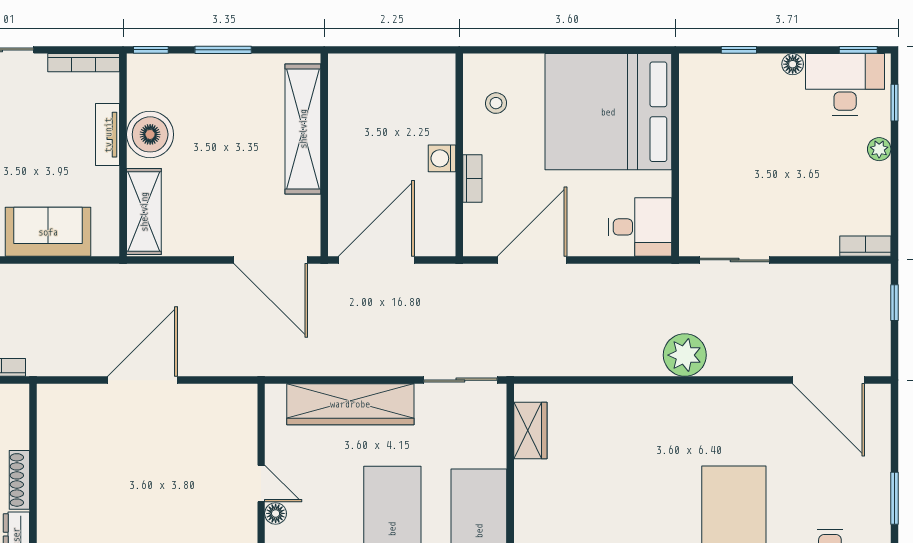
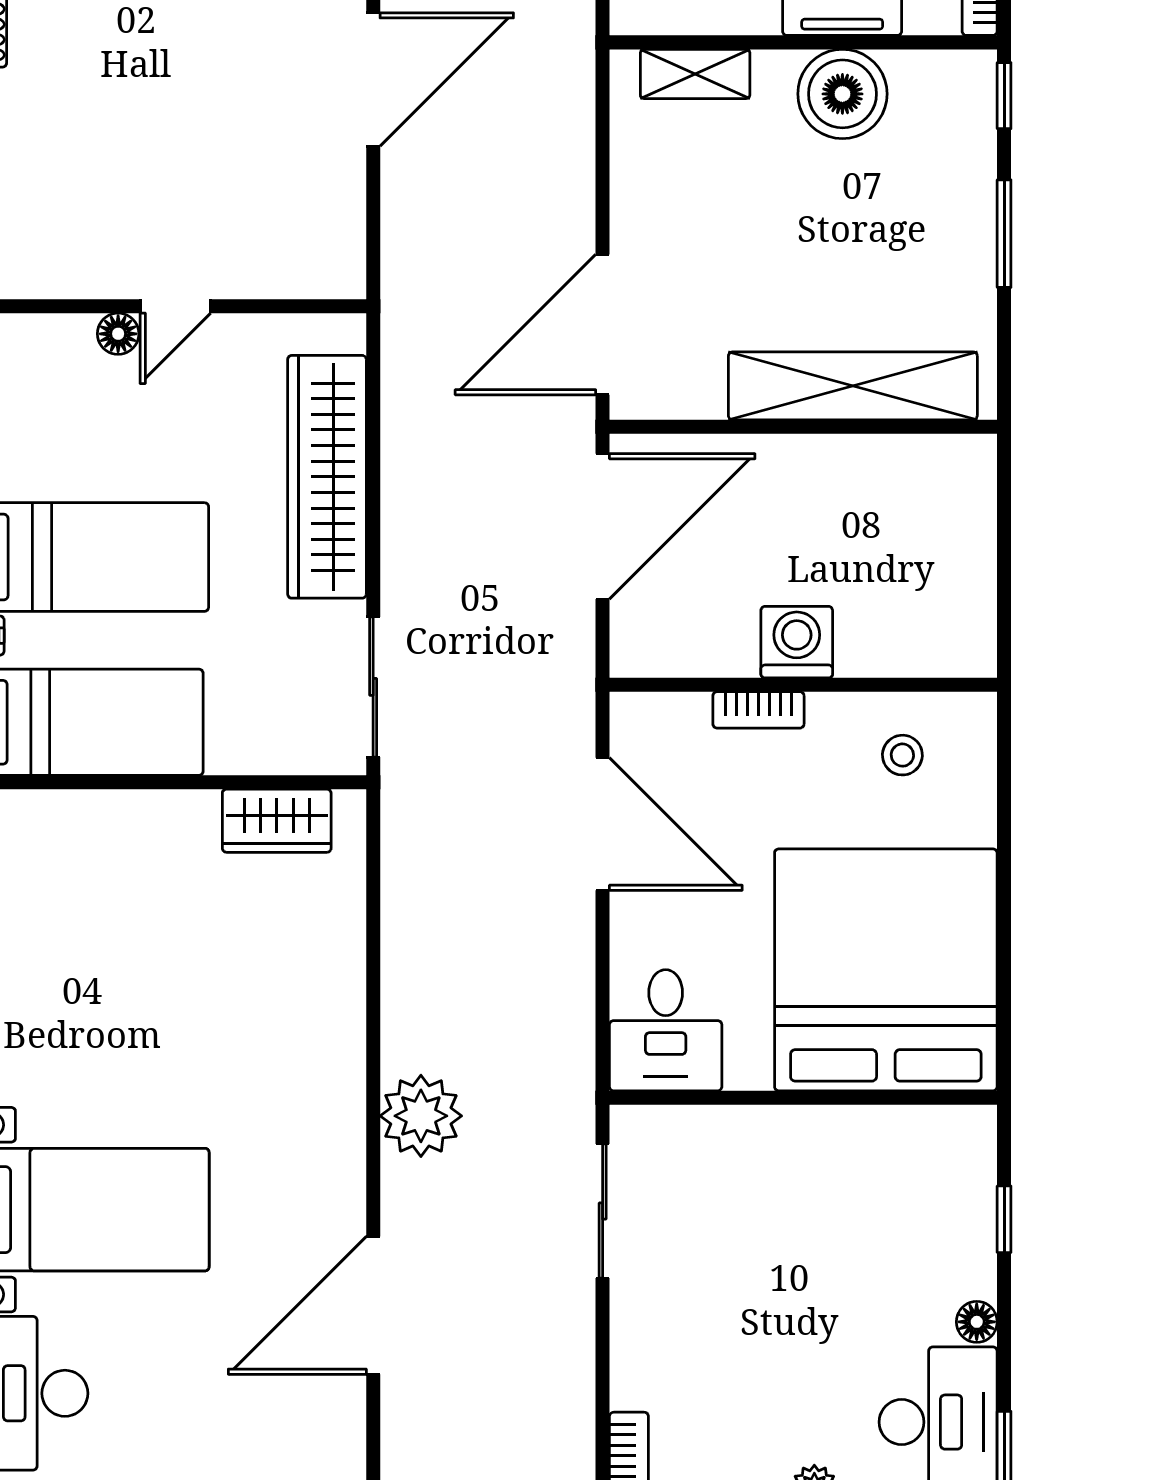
washing machine: (442, 158) -> (797, 642), width x1.38, depth x1.38
shelving: (144, 212) -> (695, 74), width x0.67, depth x0.75
door: (376, 260) -> (603, 526), hinge flipped
door: (142, 380) -> (373, 79), hinge flipped
door: (828, 380) -> (373, 1305), moved

